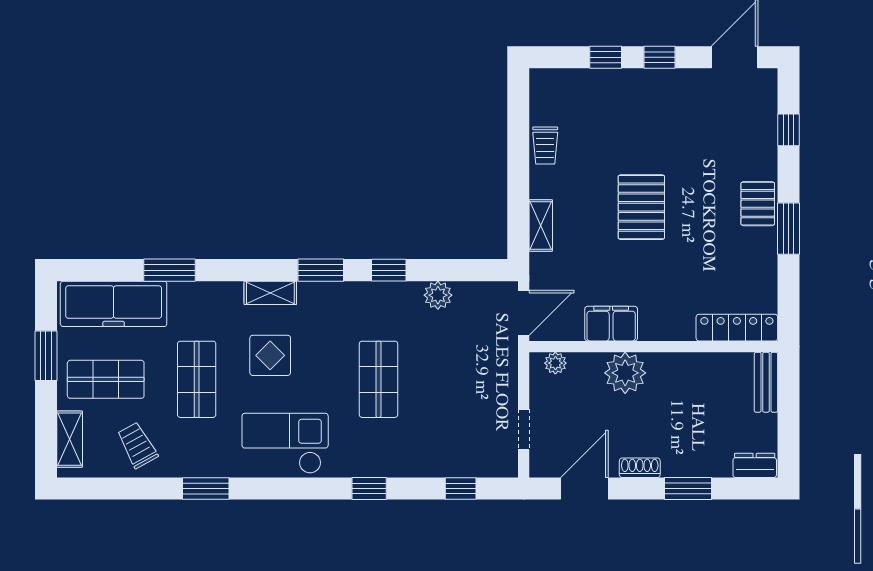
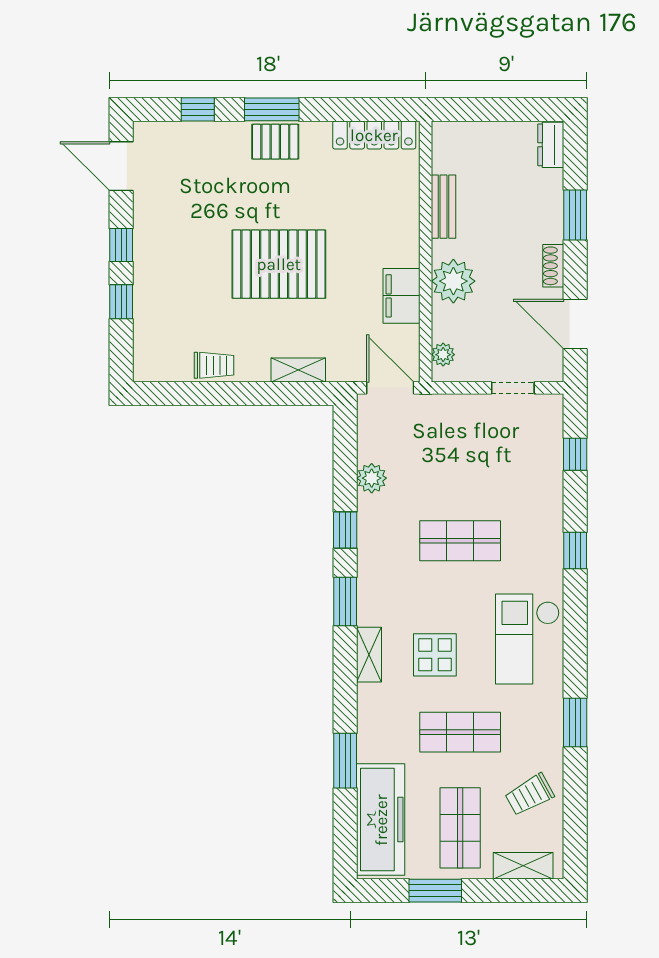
pallet: (641, 207) -> (279, 264), width x1.37, depth x1.41
window: (788, 229) -> (272, 109), moved
locker: (737, 328) -> (374, 135), moved, turned -90
bench: (766, 382) -> (444, 207), moved, turned 90

